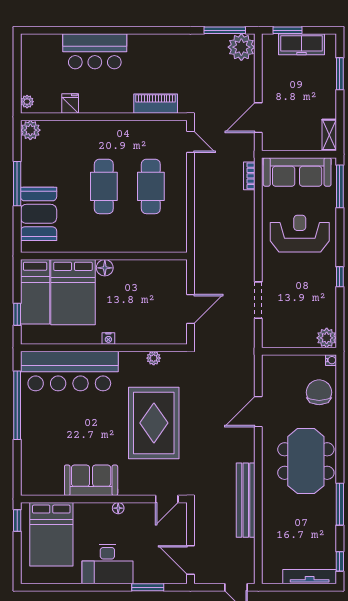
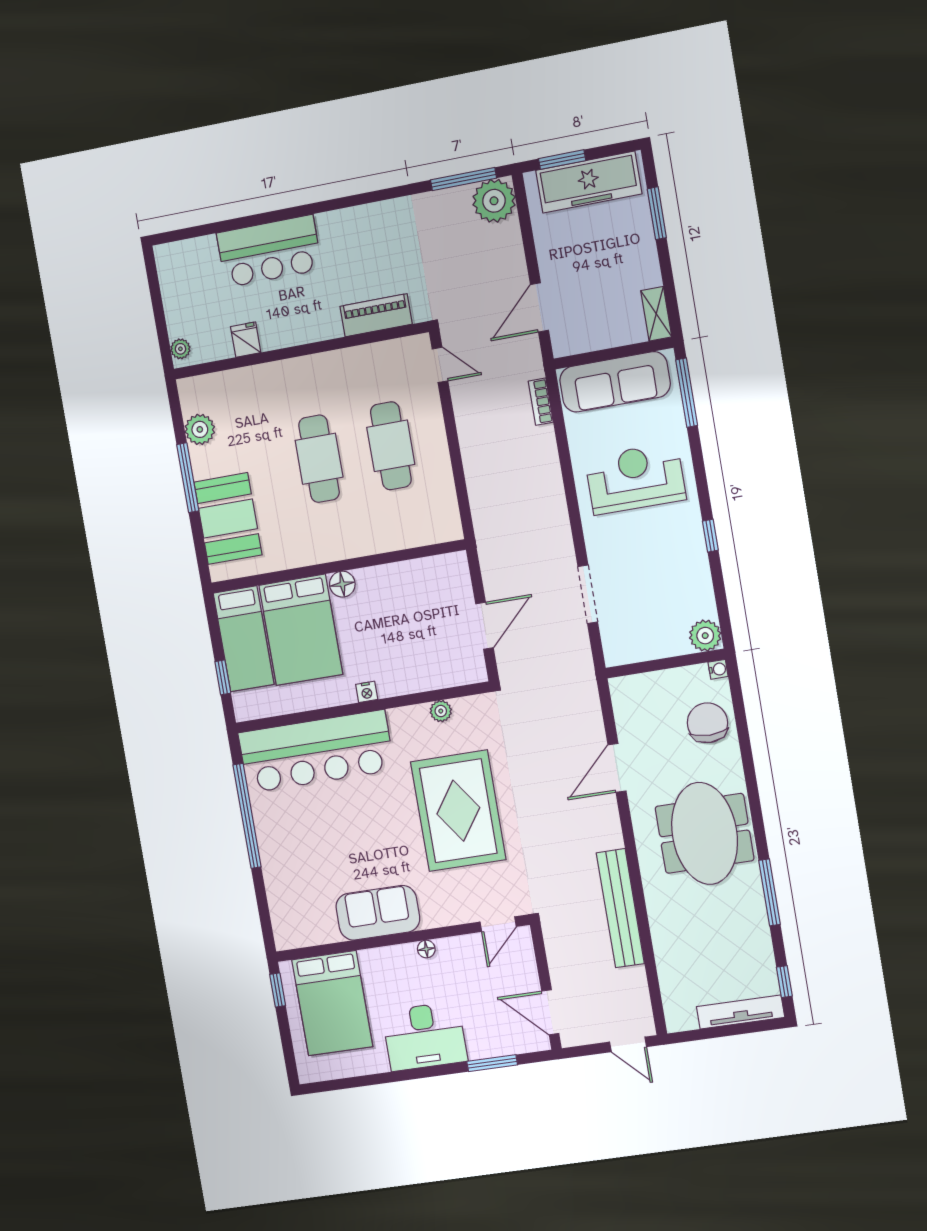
freezer: (302, 44) -> (589, 182), width x1.36, depth x1.26
plant: (30, 130) -> (200, 429), moved

